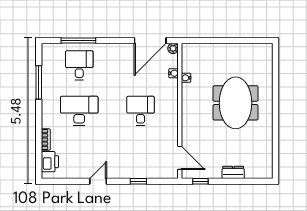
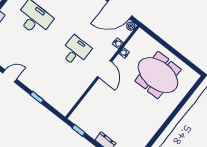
meeting table: (236, 103) -> (158, 75), moved, turned 90
door: (180, 158) -> (104, 69), moved

